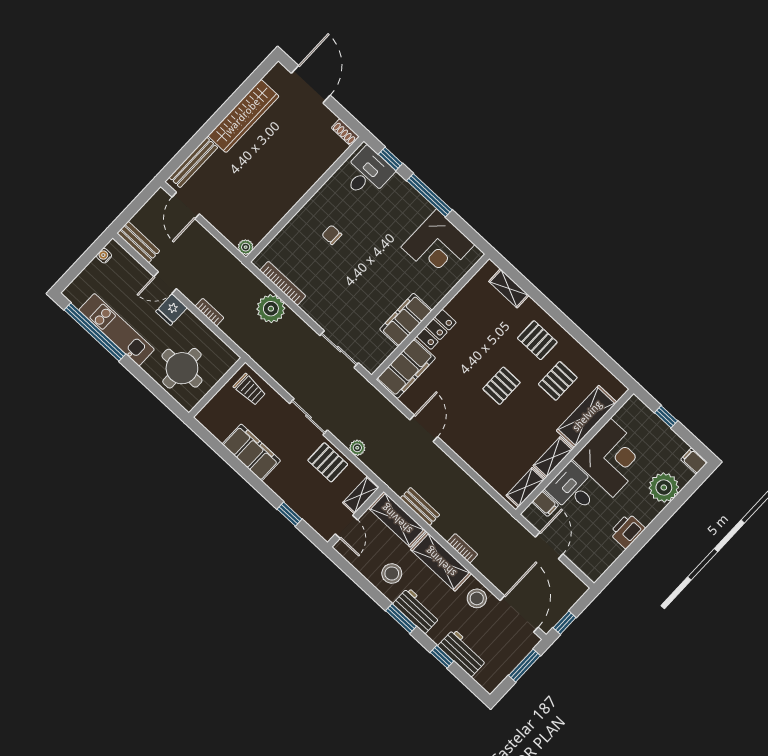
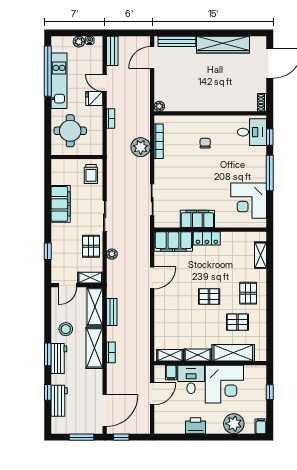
plant: (94, 269) -> (79, 42), added
stool: (477, 598) -> (93, 383), removed

